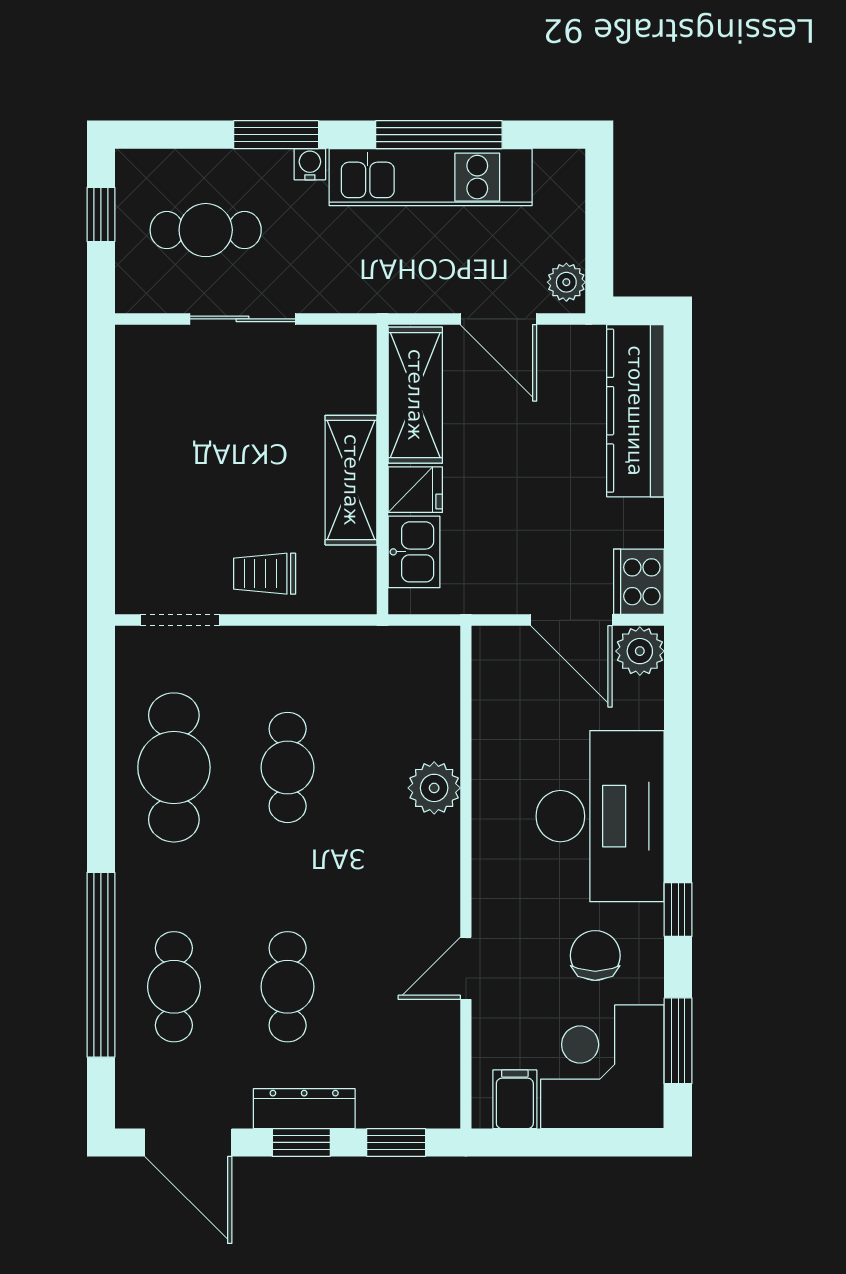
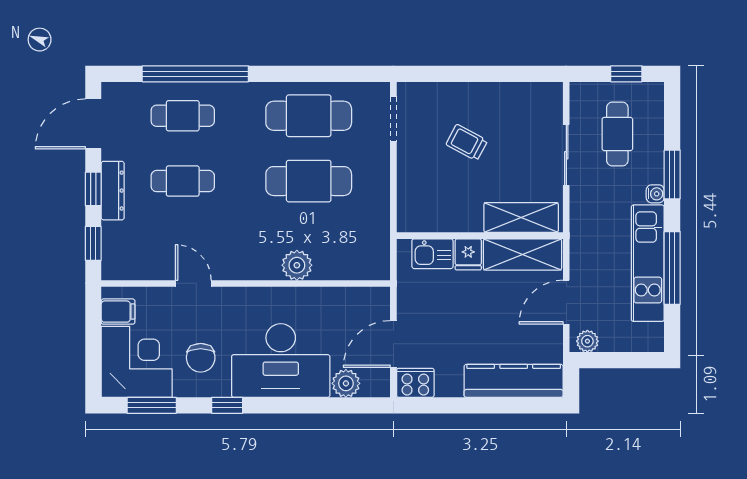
shelving: (351, 480) -> (521, 218), moved
trolley: (265, 574) -> (467, 143), moved, turned -62
plant: (640, 651) -> (346, 383), moved
cafe table: (288, 767) -> (309, 181), width x1.37, depth x1.35
chair: (595, 956) -> (201, 358), turned 90

